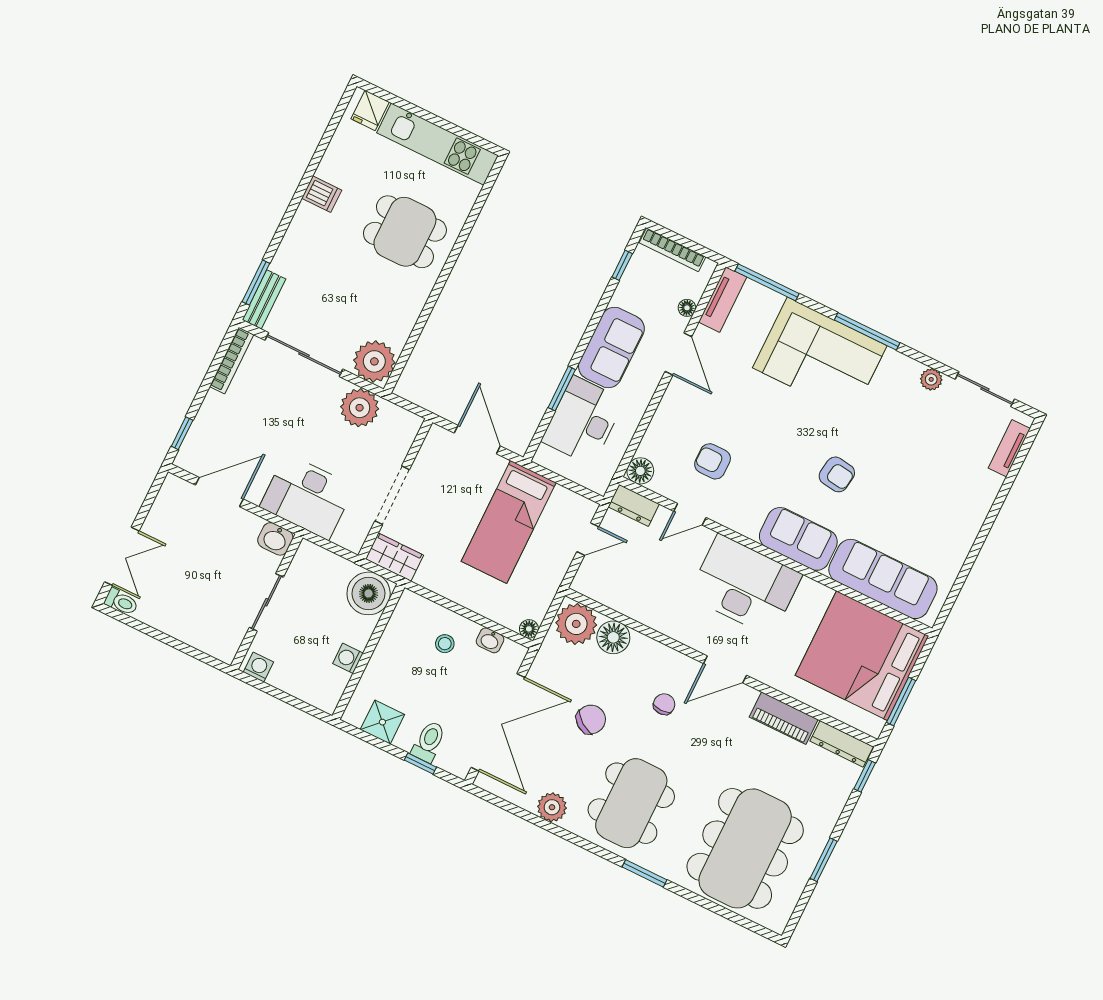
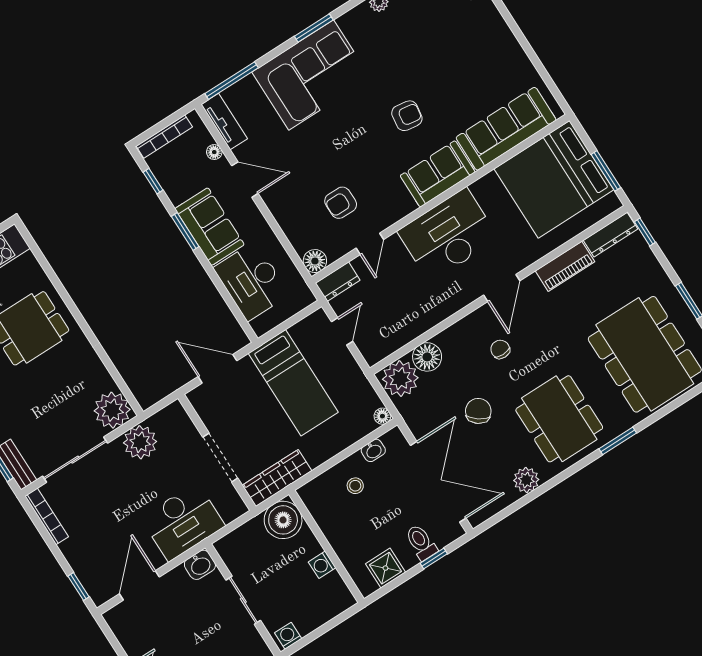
window: (867, 331) -> (314, 28), width x0.69
window: (562, 389) -> (185, 231), moved
wardrobe: (394, 557) -> (277, 478), width x1.50

